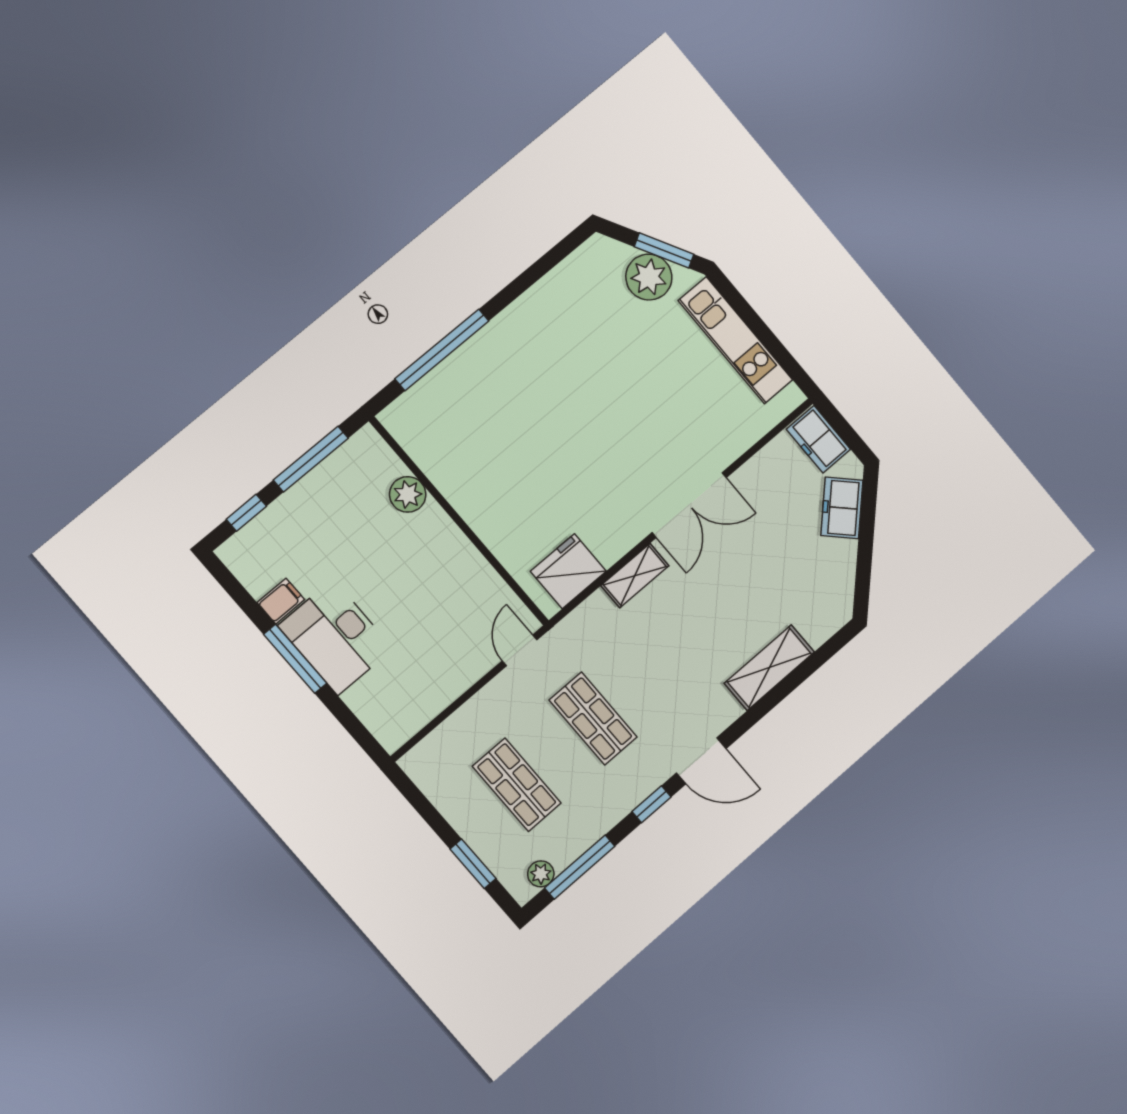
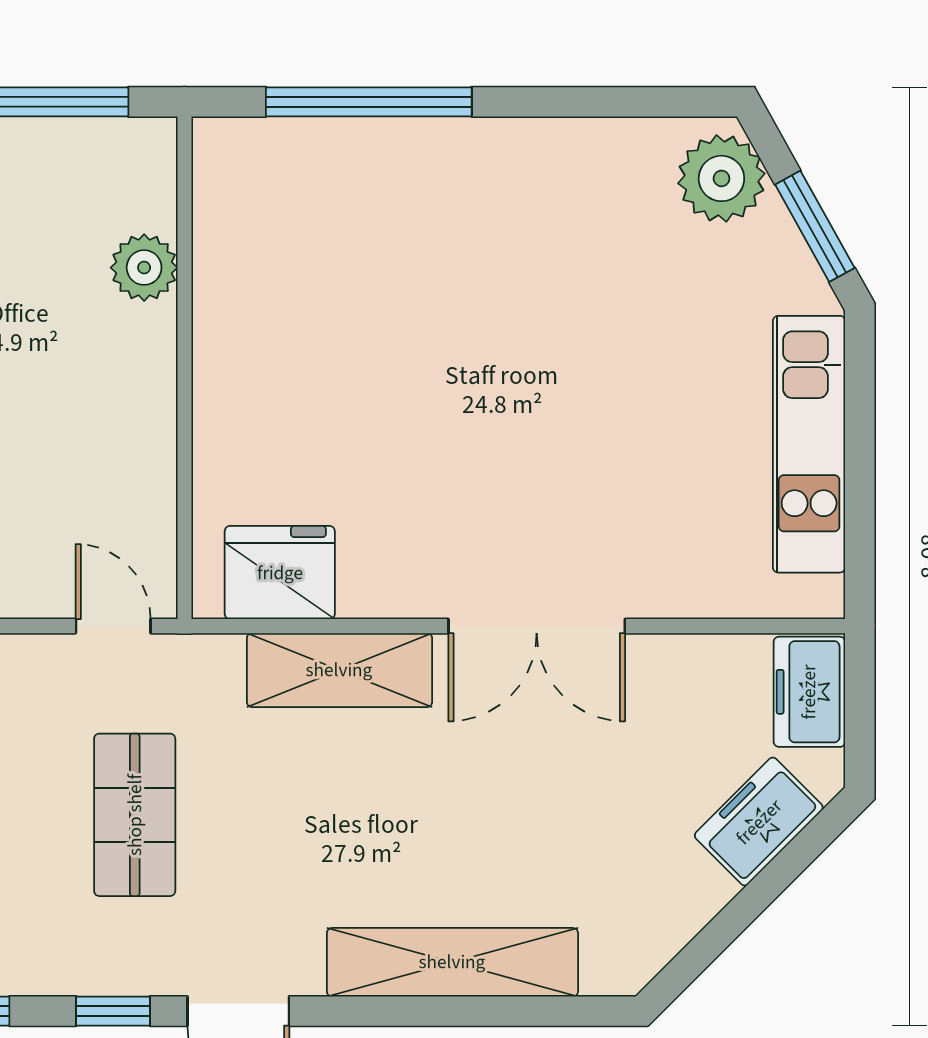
plant: (649, 277) -> (721, 178), moved
shelving: (635, 576) -> (339, 670), width x1.50, depth x1.33
door: (520, 650) -> (113, 626), hinge flipped
shelving: (769, 668) -> (452, 962), width x1.47

